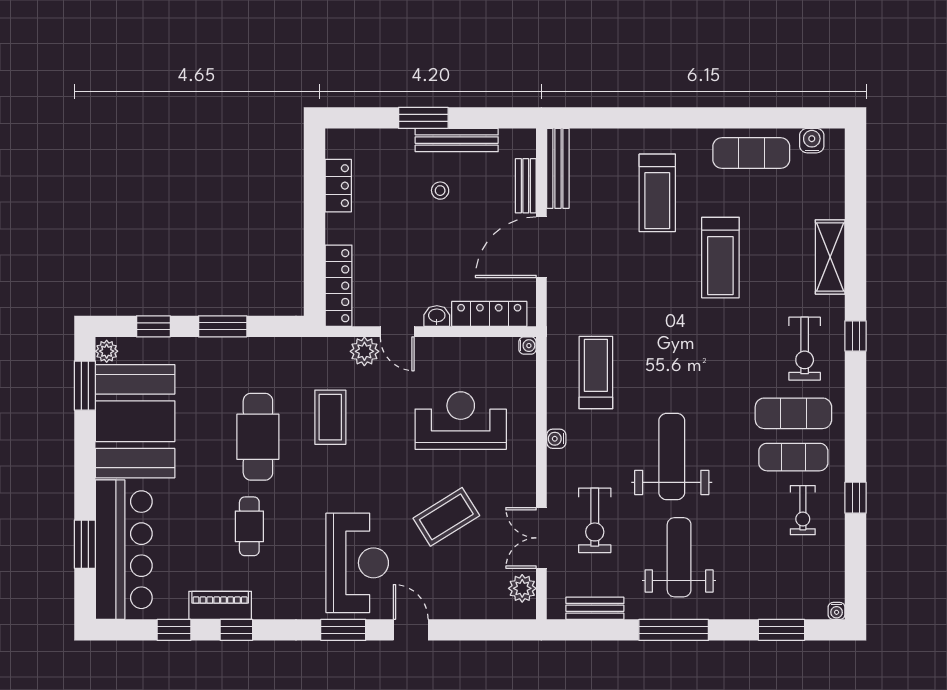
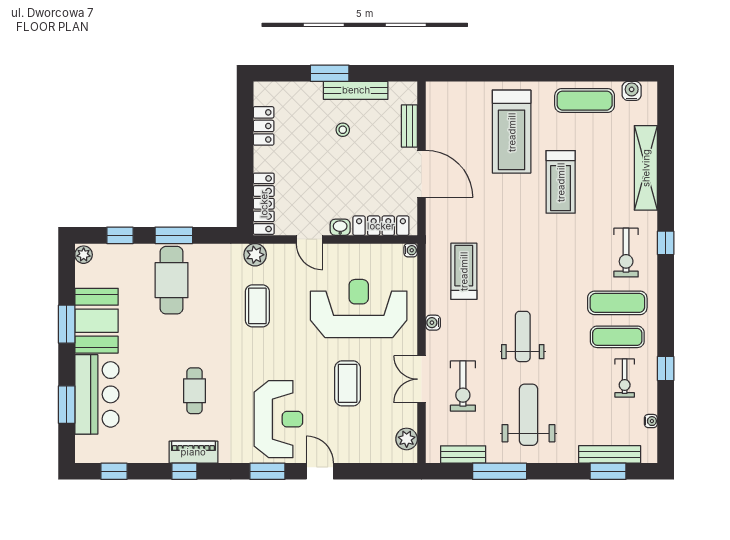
bench: (558, 168) -> (610, 454), moved, turned 90
treadmill: (657, 193) -> (512, 132), width x1.37, depth x1.38
door: (541, 247) -> (422, 174), swing flipped
shelving: (830, 257) -> (646, 168), width x1.47
plant: (364, 351) -> (255, 255), moved
window: (85, 386) -> (67, 324), moved
booth: (135, 421) -> (97, 321), width x0.73, depth x0.70
reception desk: (461, 421) -> (359, 309), width x1.36, depth x1.30
cafe table: (258, 437) -> (172, 280), moved
weight bench: (672, 457) -> (523, 336), width x0.73, depth x0.75
coffee table: (446, 517) -> (348, 383), turned -58
double door: (541, 538) -> (422, 379), moved
bar counter: (124, 550) -> (97, 394), width x0.73
piano: (220, 605) -> (193, 452), moved
water cooler: (837, 611) -> (651, 421), moved, turned -90
window: (174, 630) -> (114, 471), moved
window: (674, 630) -> (500, 471), moved

